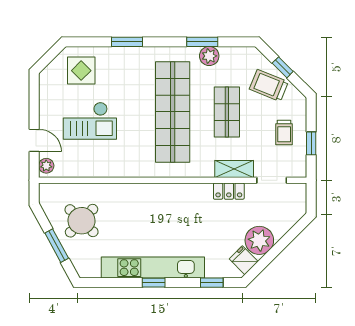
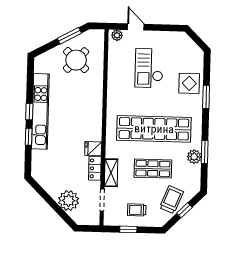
display table: (81, 71) -> (189, 83), moved
door: (34, 140) -> (136, 27), swing flipped
plant: (259, 240) -> (68, 201), moved
window: (57, 246) -> (69, 36), moved
fridge: (244, 260) -> (93, 149), moved, turned -135
window: (212, 283) -> (29, 137), moved

